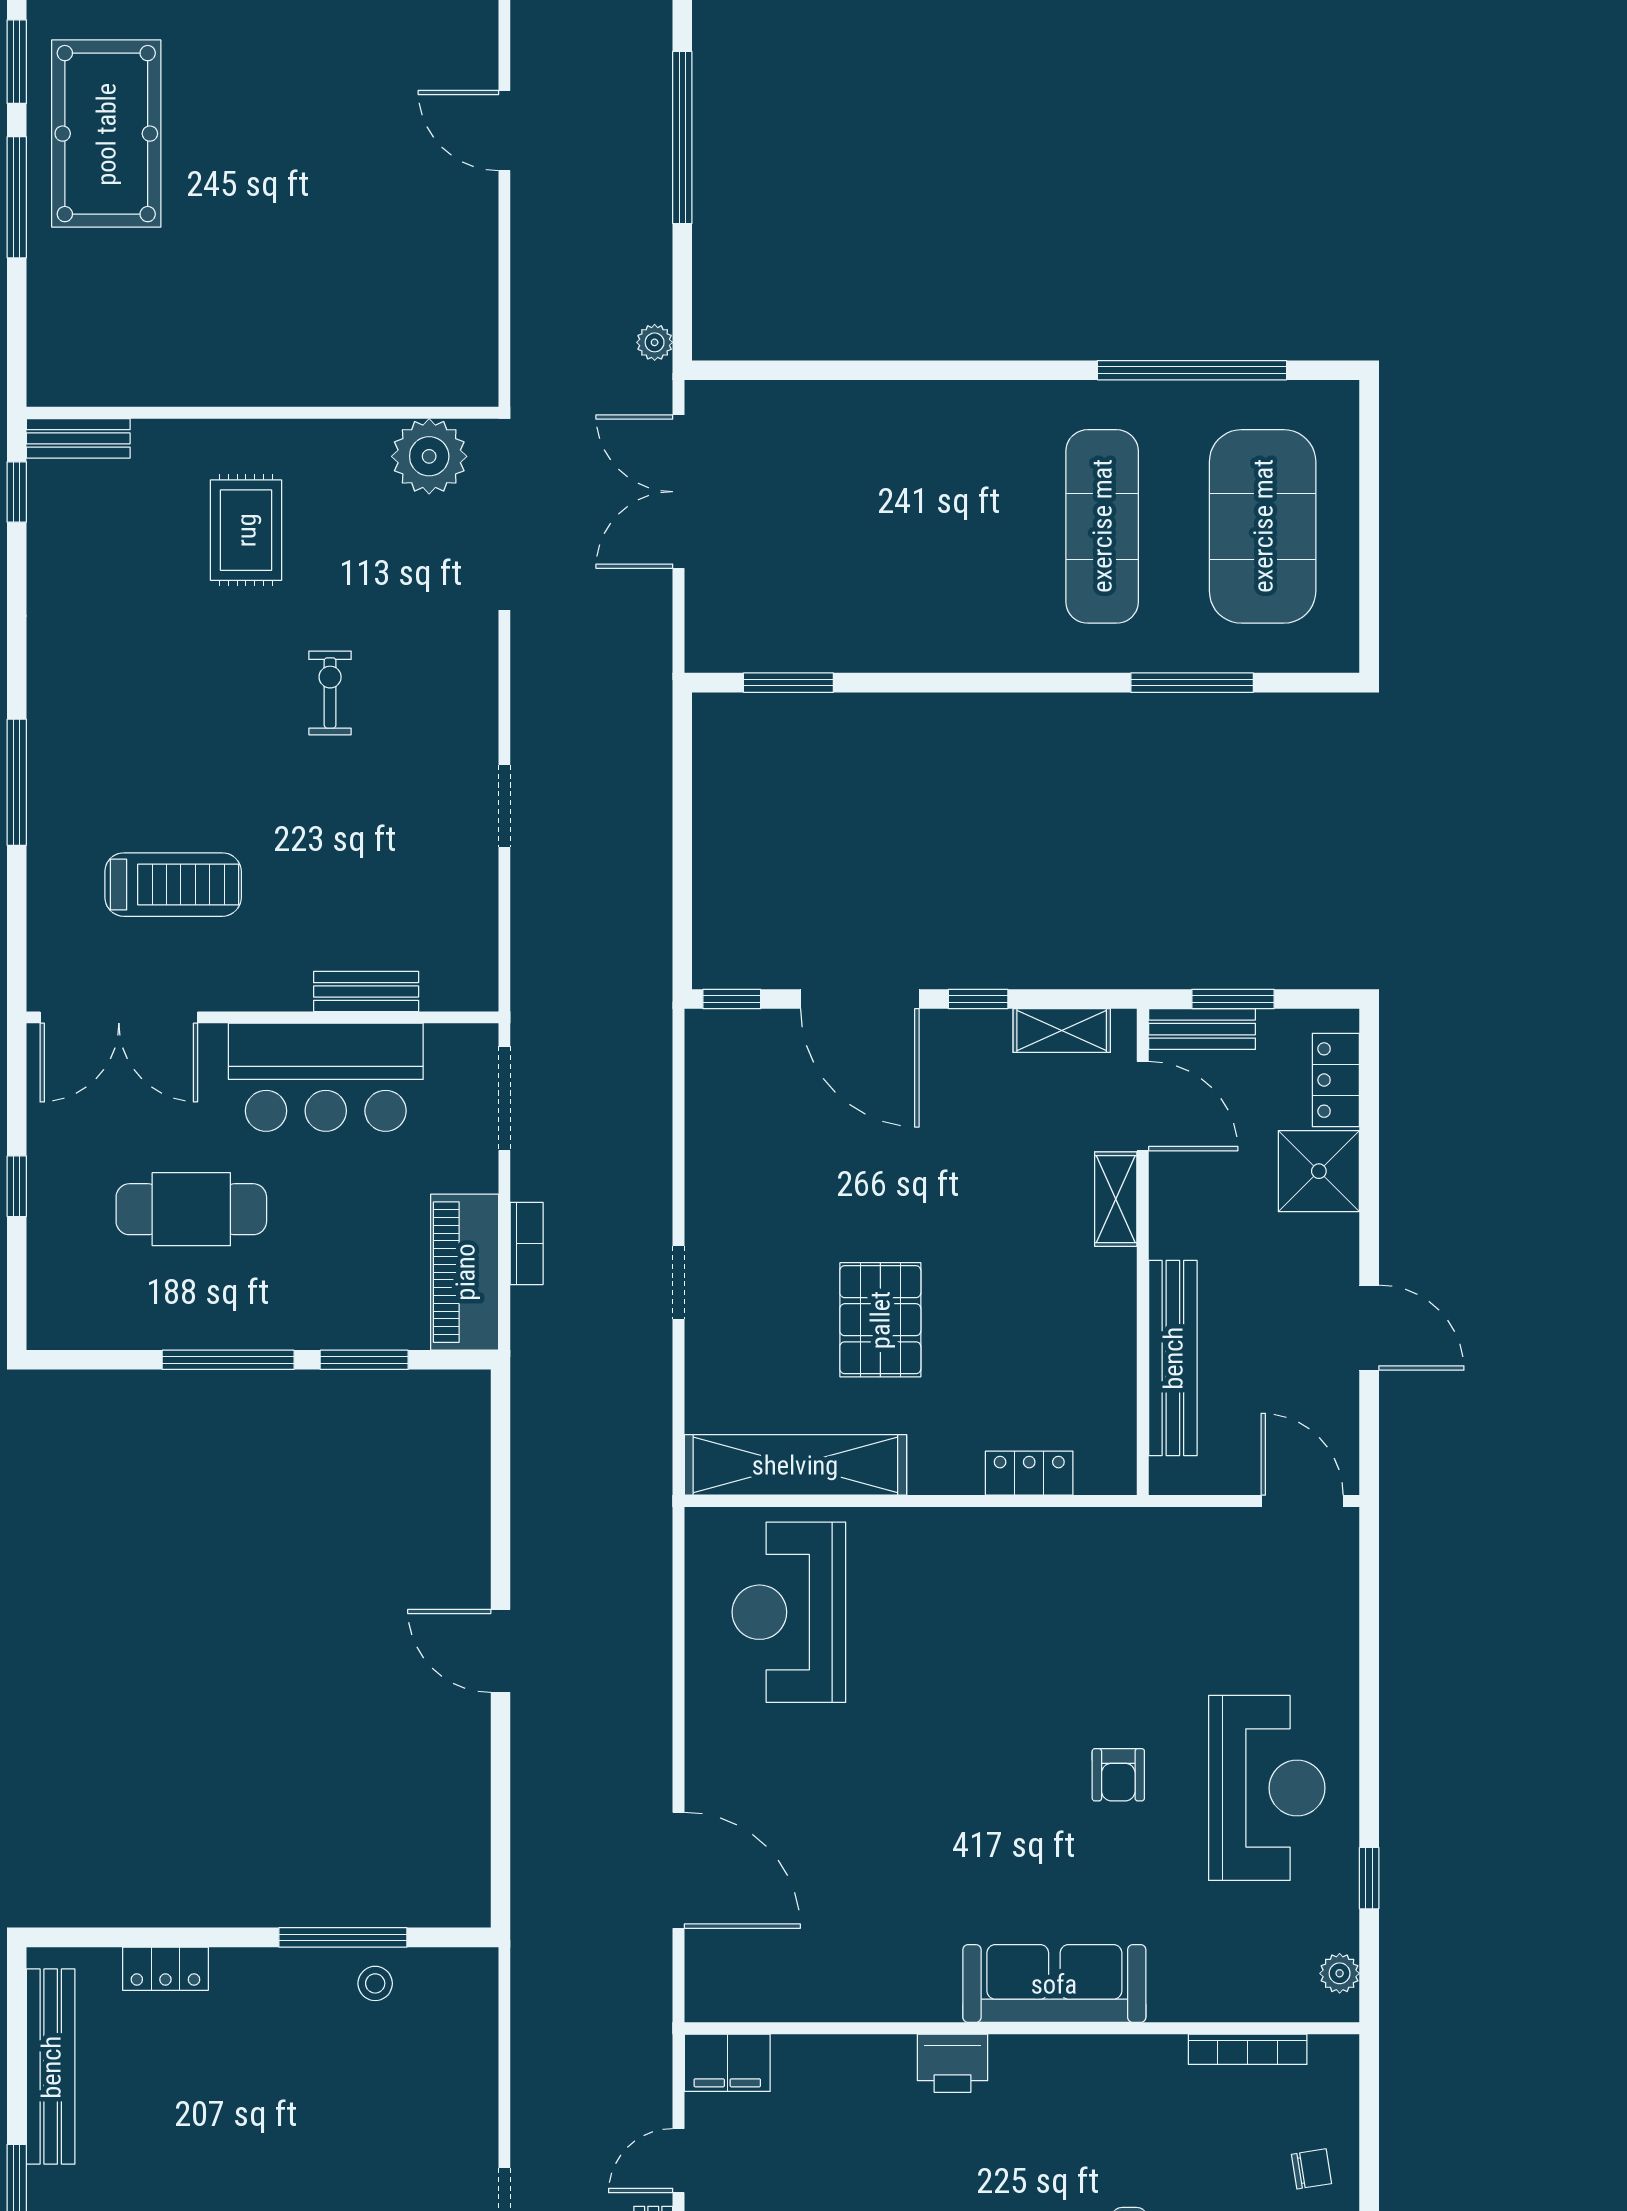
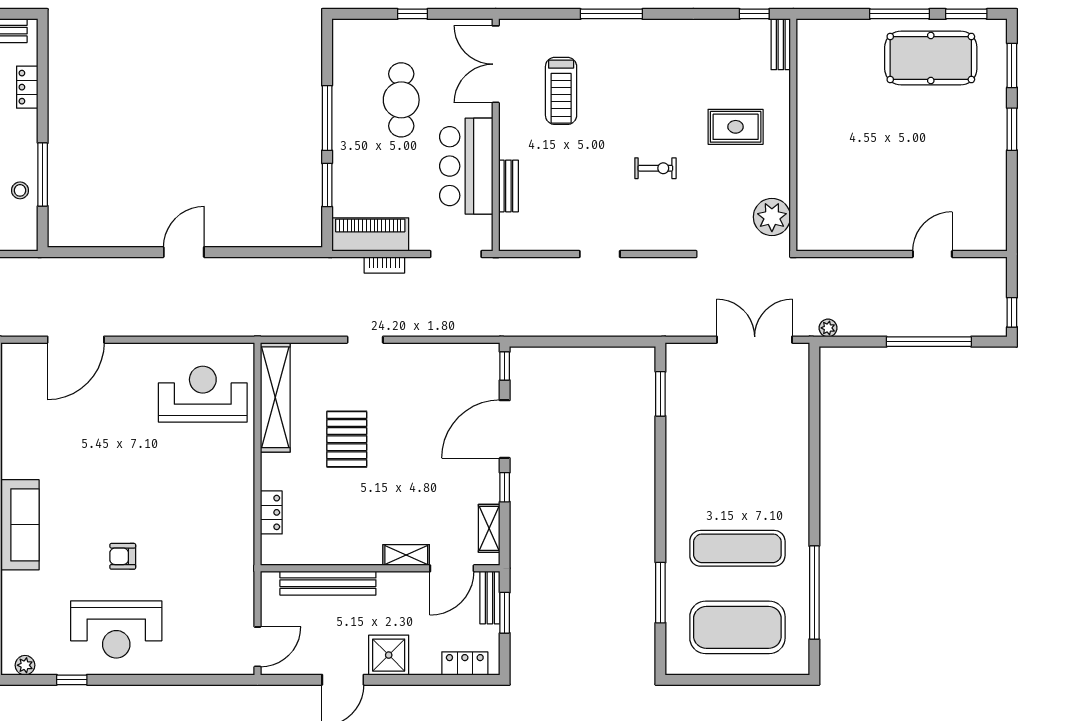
shower: (1319, 1171) -> (389, 655), moved
pallet: (880, 1320) -> (347, 439), turned 90

